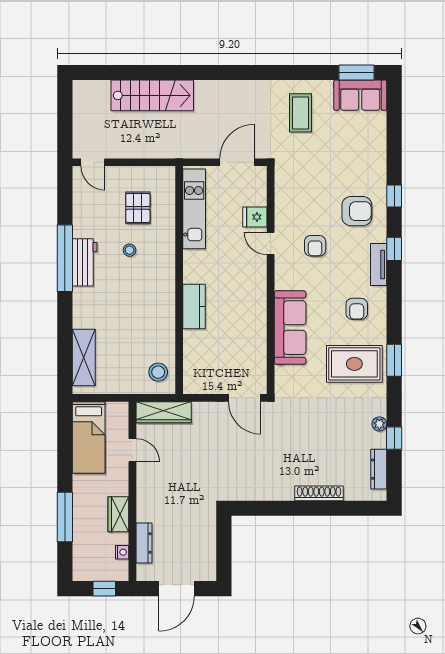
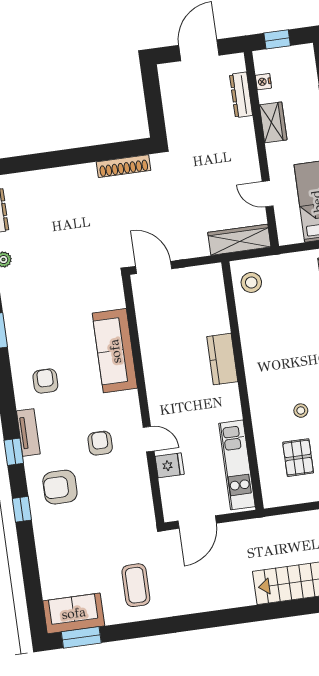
rug: (354, 364) -> (40, 321), removed
shoe rack: (319, 493) -> (124, 166), moved

